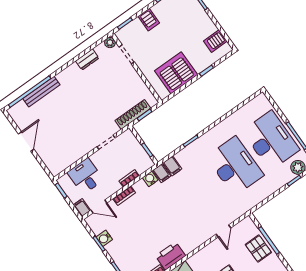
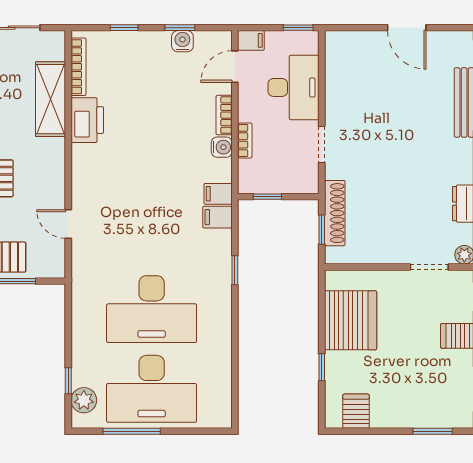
desk: (86, 176) -> (294, 87), width x1.37
water cooler: (150, 179) -> (222, 147), moved

